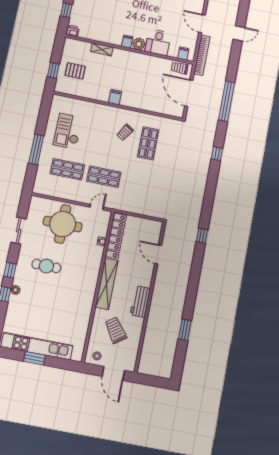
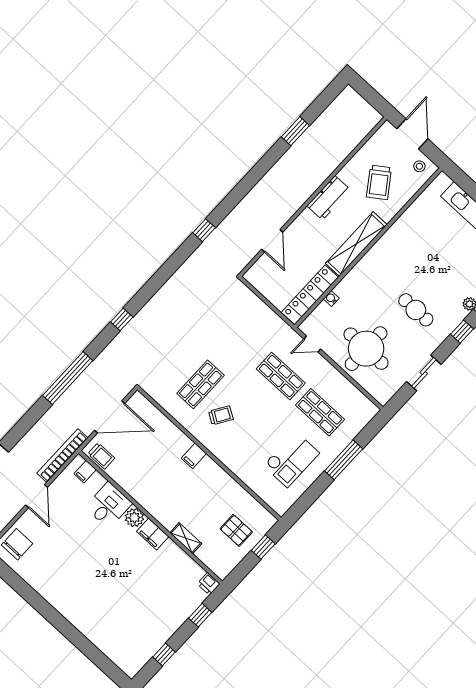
filing cabinet: (127, 42) -> (153, 534), width x2.00
door: (189, 93) -> (110, 417), hinge flipped
filing cabinet: (115, 97) -> (194, 456), moved

